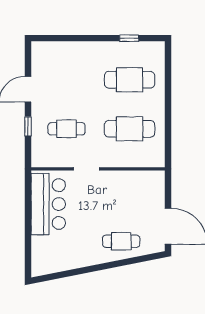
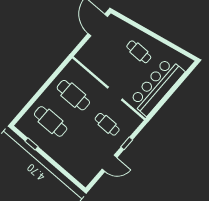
bar counter: (48, 204) -> (157, 86), width x1.36
cafe table: (121, 241) -> (139, 52), moved

